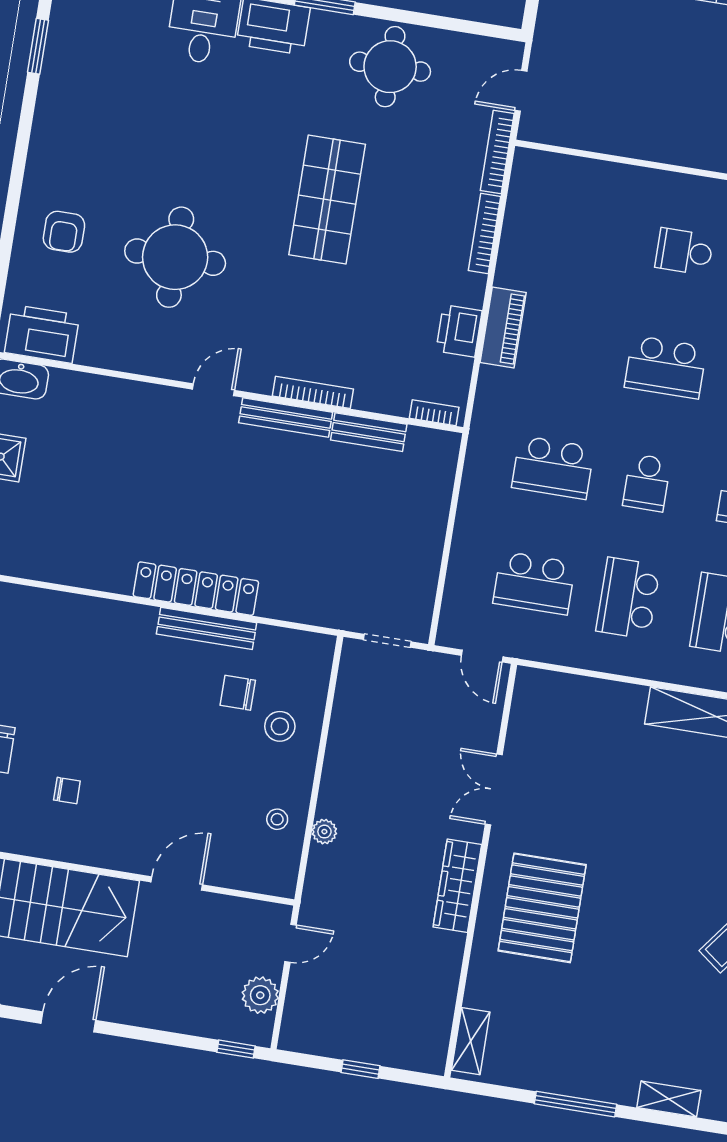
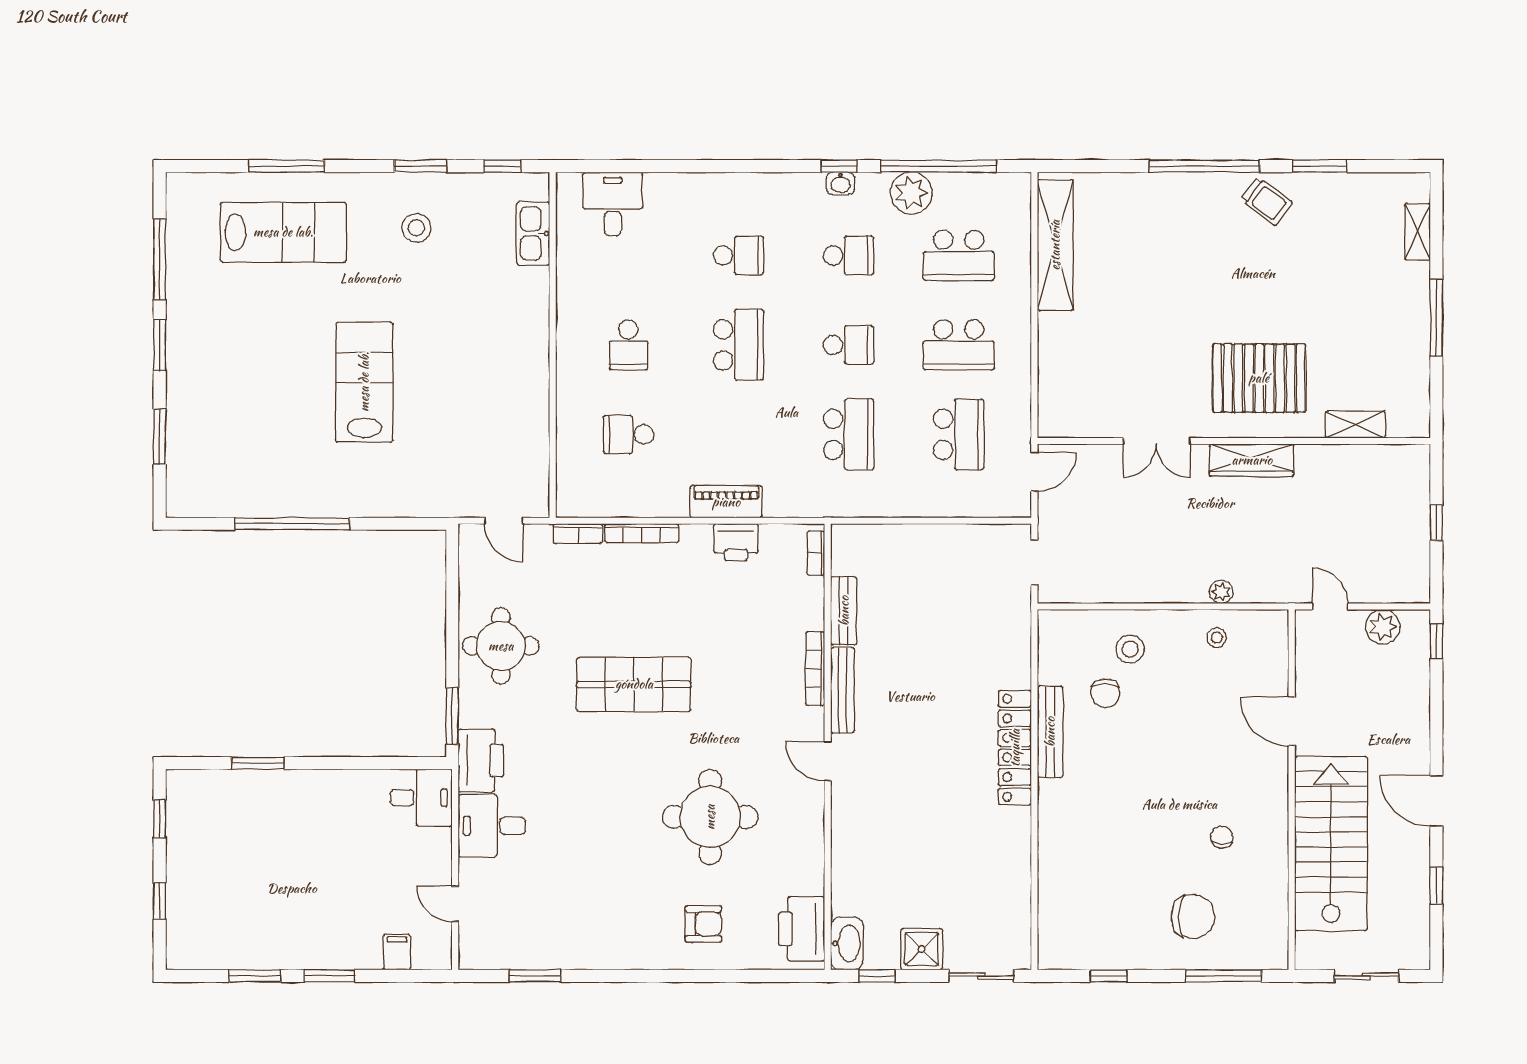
bookcase: (497, 152) -> (578, 534), width x0.64
school desk: (590, 236) -> (628, 434), added
shelving: (471, 1041) -> (1355, 424), moved

